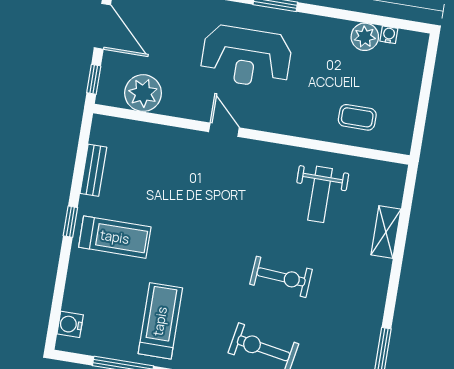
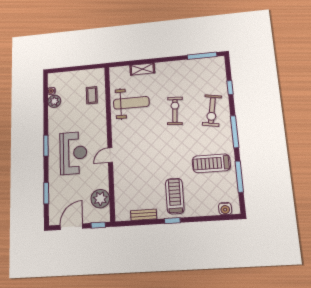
weight bench: (320, 194) -> (131, 103), width x1.36, depth x1.33

